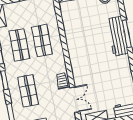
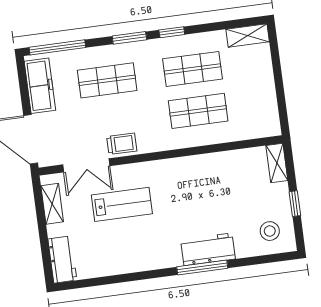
workbench: (118, 36) -> (208, 249), width x0.73
lab bench: (95, 79) -> (122, 204), added

